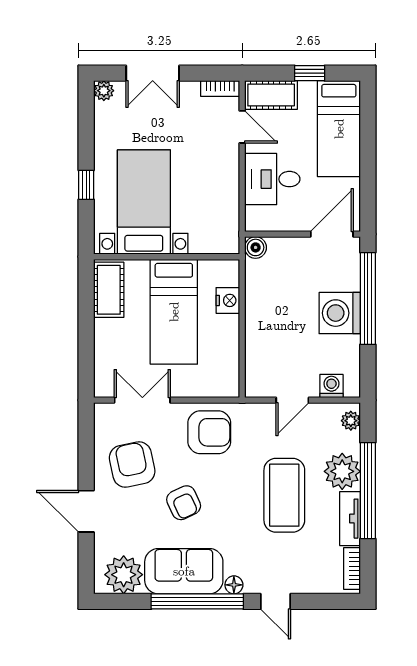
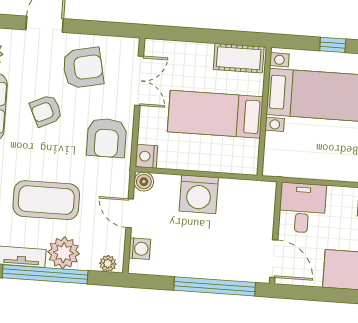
desk: (272, 179) -> (302, 208), moved
boiler: (256, 247) -> (144, 182), moved
nightstand: (228, 300) -> (146, 156), moved, turned 90
washing machine: (340, 313) -> (199, 194), moved, turned 180

